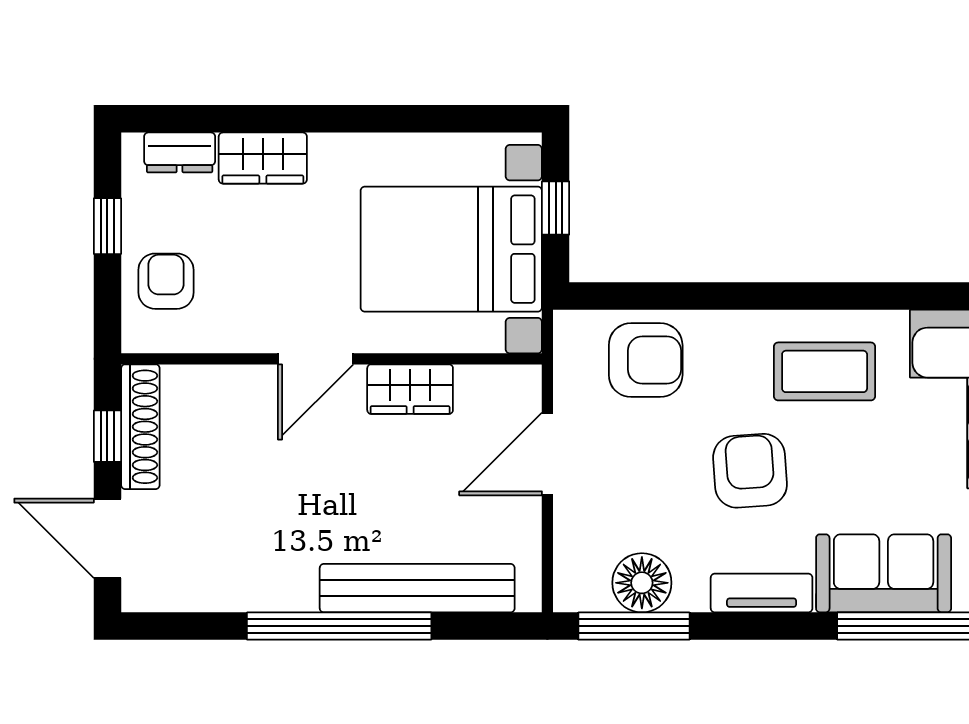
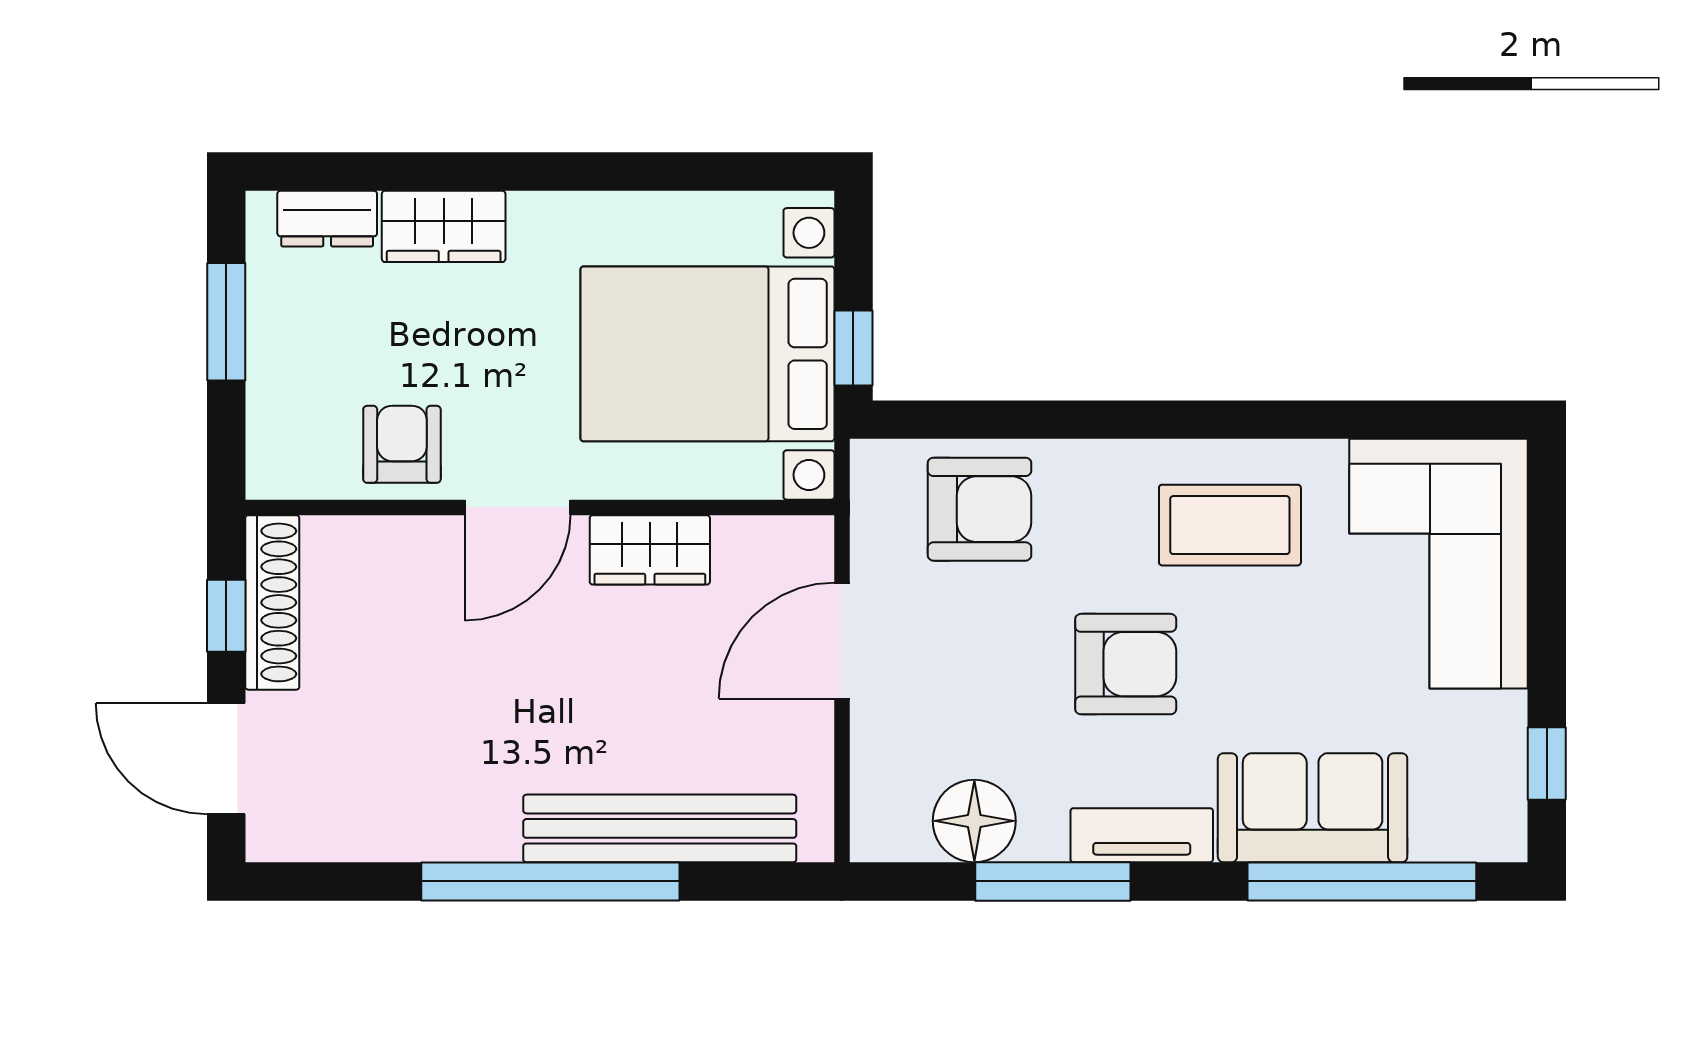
window: (556, 208) -> (853, 348), moved
window: (107, 226) -> (226, 322), width x1.50
armchair: (166, 281) -> (402, 444), moved
armchair: (750, 471) -> (1126, 664), turned 94
window: (634, 626) -> (1053, 881), moved

